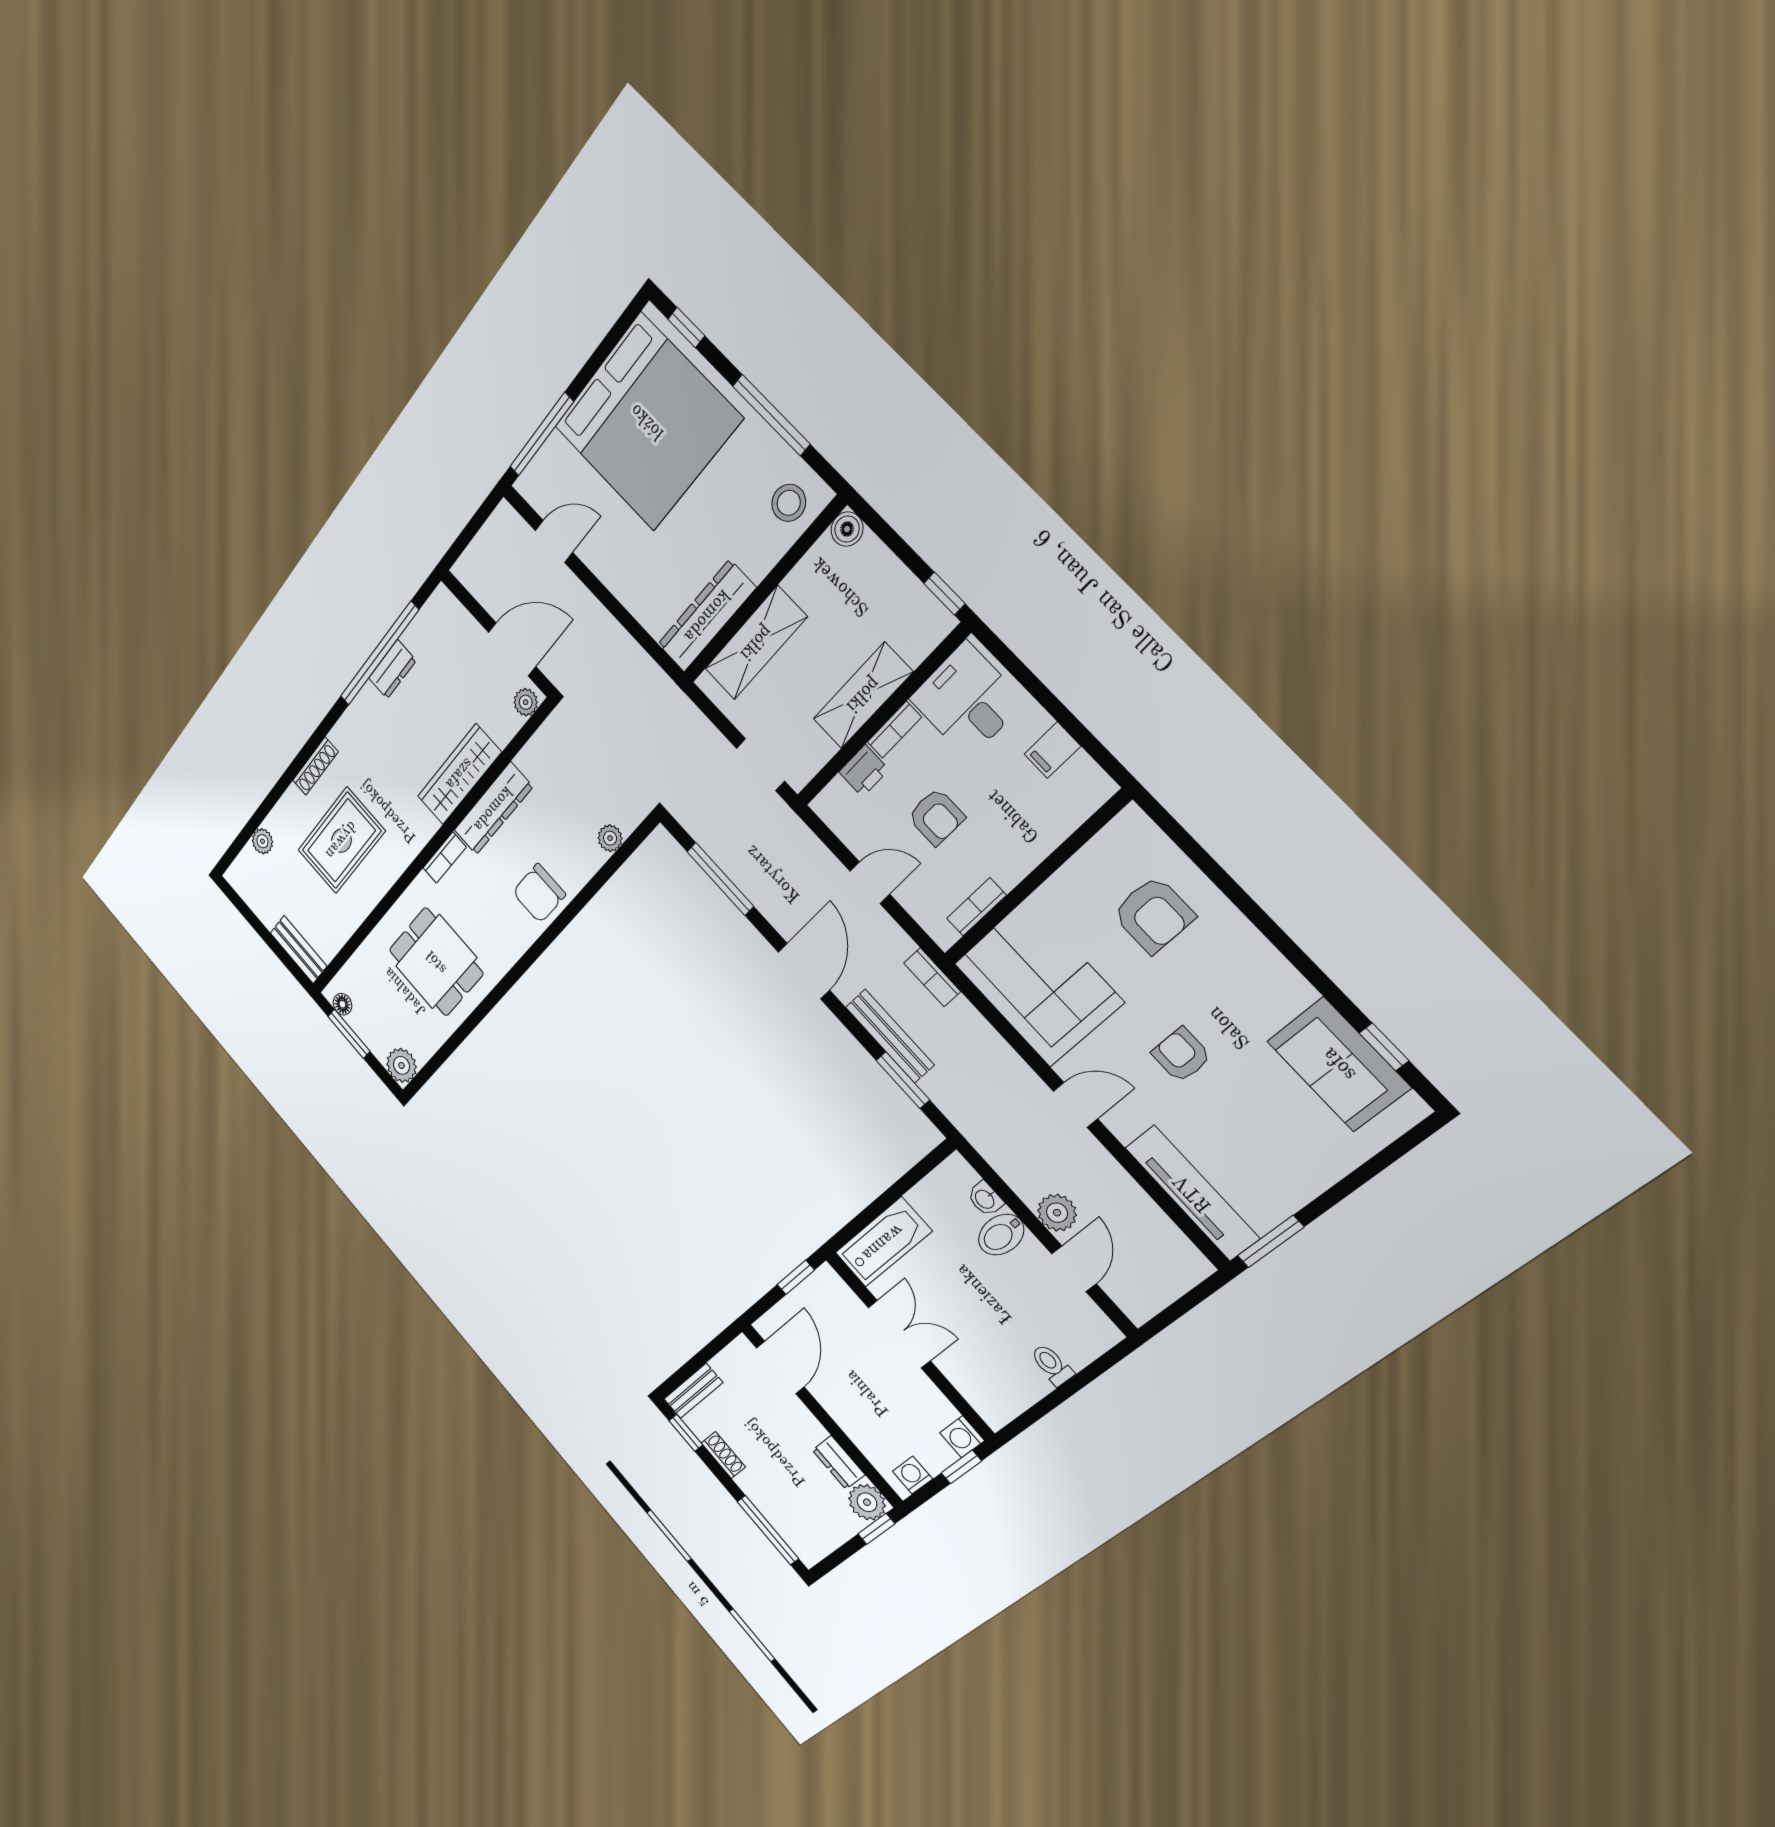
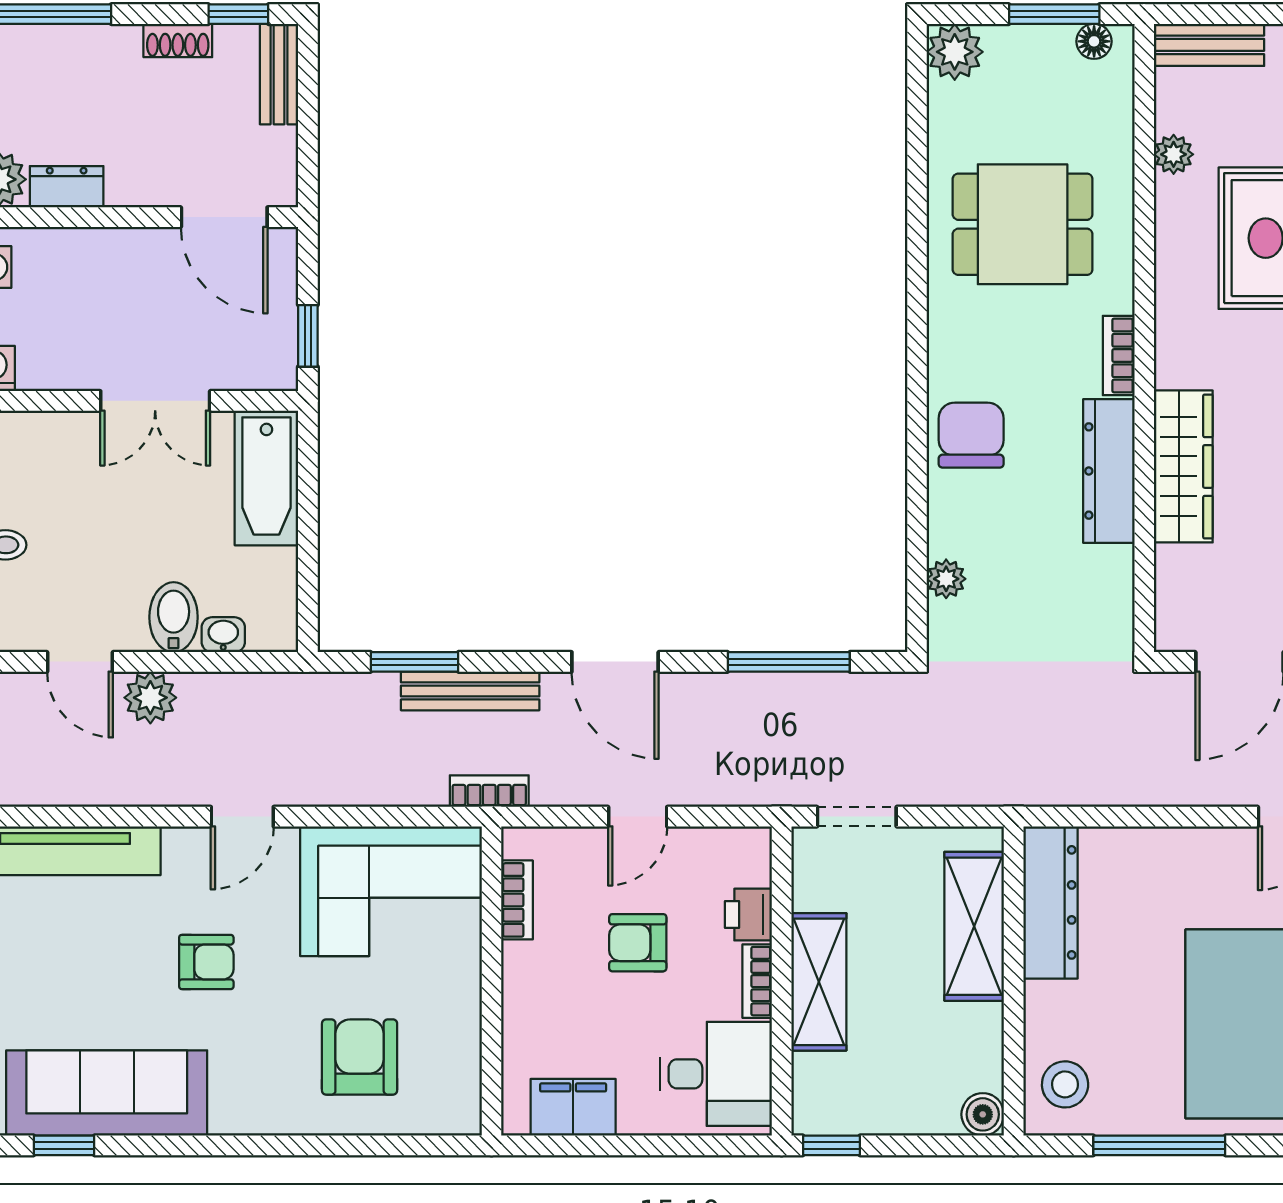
plant: (526, 702) -> (1174, 154), moved
filing cabinet: (1052, 750) -> (573, 1107), width x2.00
armchair: (1153, 915) -> (360, 1057), turned 90
sofa: (1339, 1064) -> (107, 1093), width x1.36

